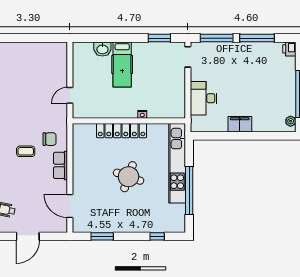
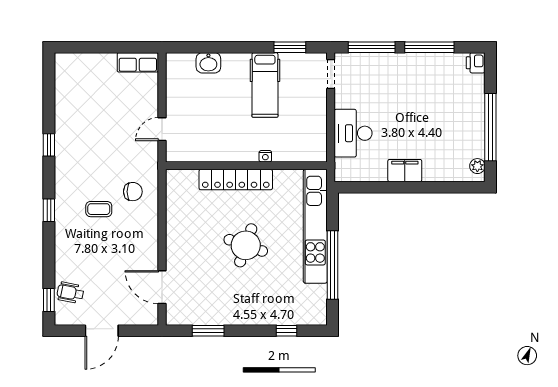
hospital bed: (122, 64) -> (265, 85), moved
row of seats: (60, 165) -> (138, 62), moved, turned -90

